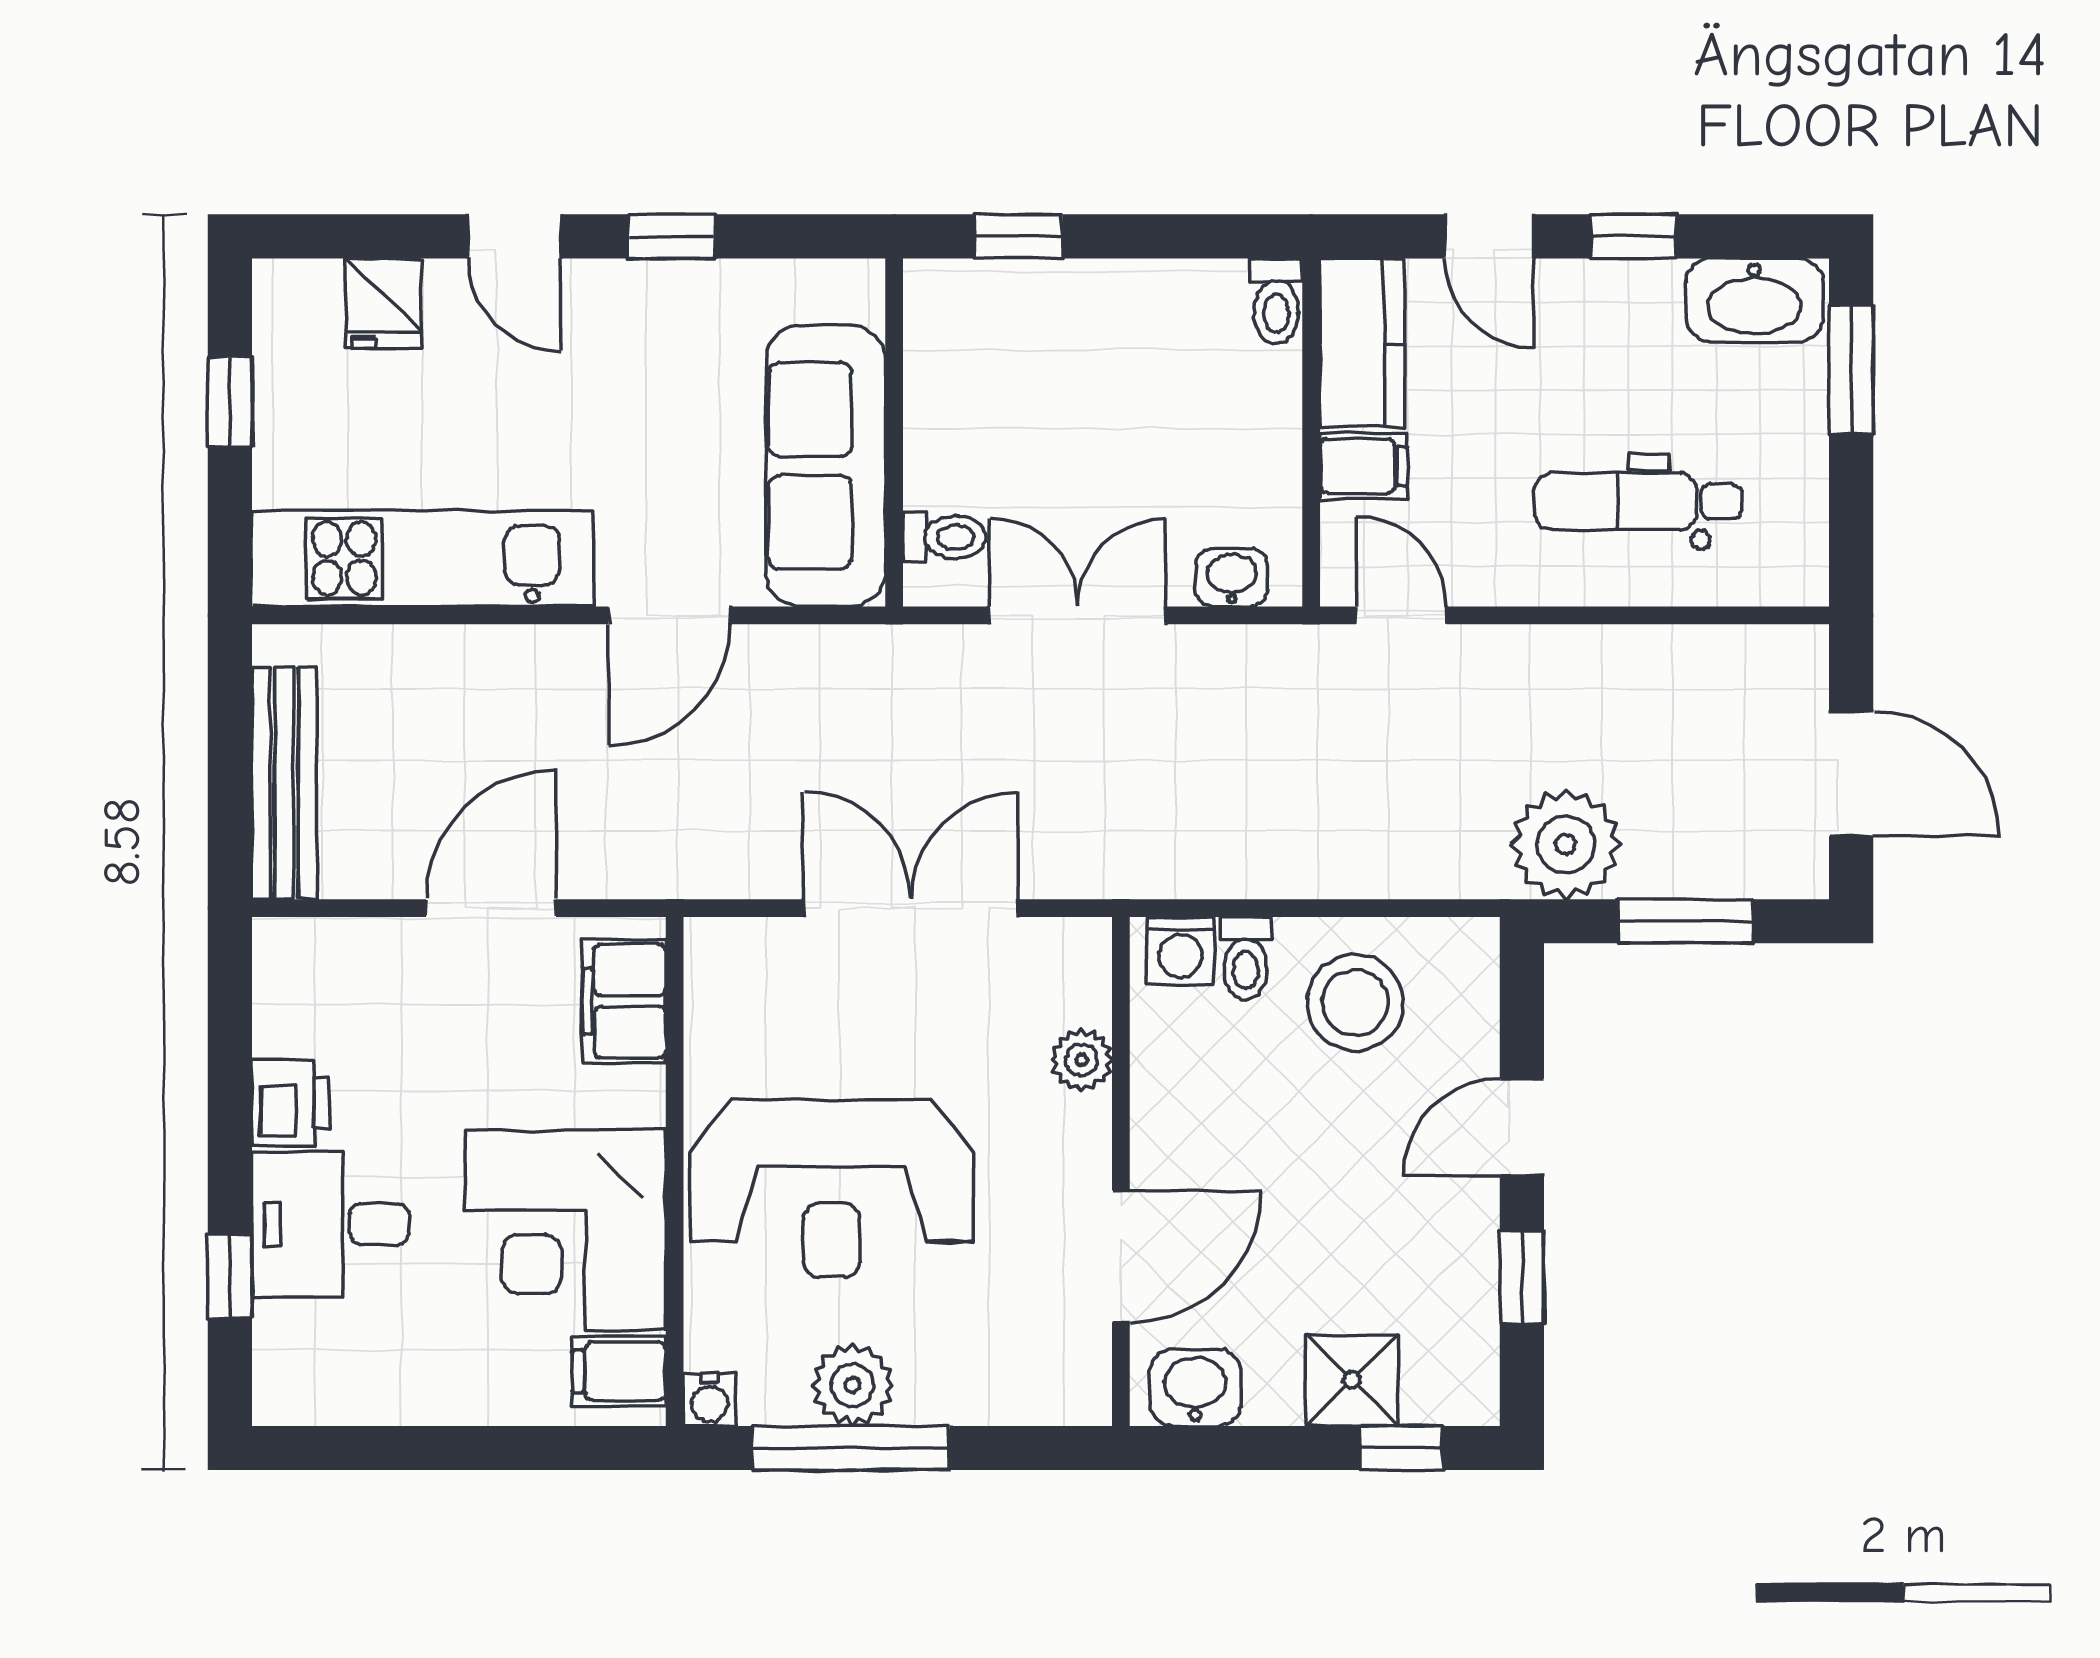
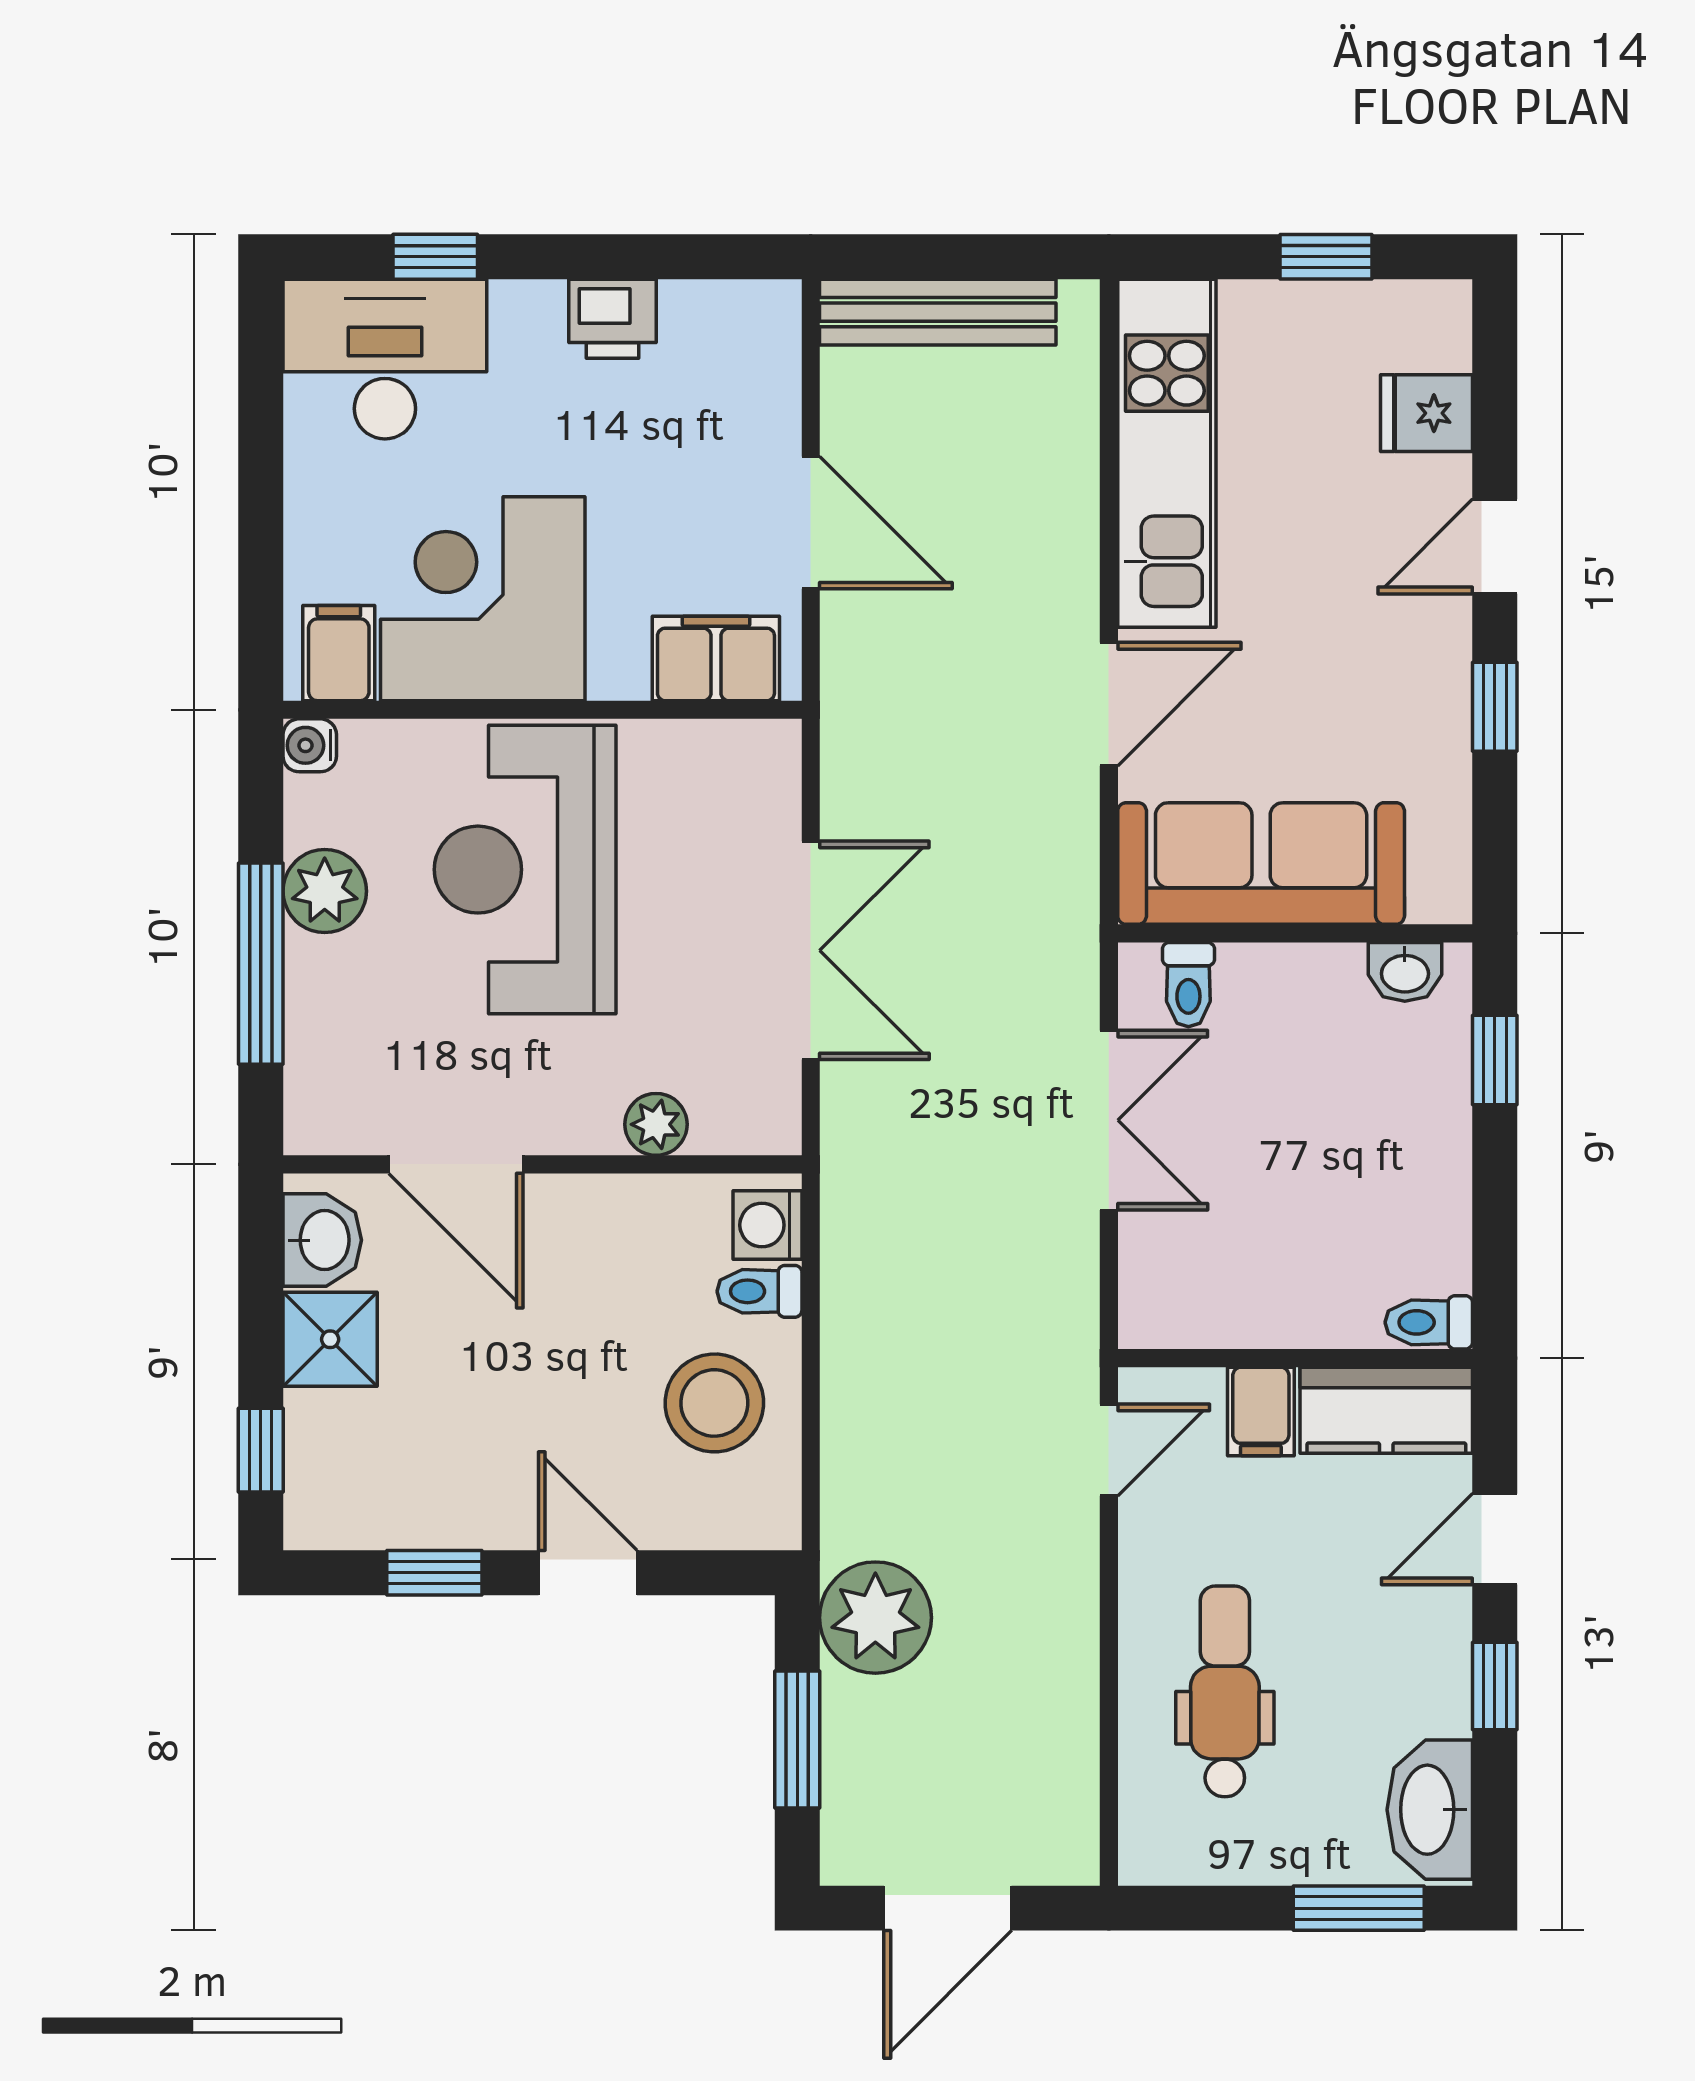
washbasin: (1232, 578) -> (1405, 972), moved, turned 90
door: (669, 615) -> (1109, 704), swing flipped
desk: (330, 1224) -> (385, 359), moved, width x1.37
shower: (1352, 1380) -> (330, 1339), moved
window: (851, 1448) -> (261, 964), moved

